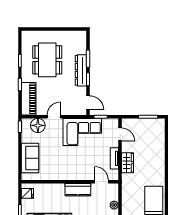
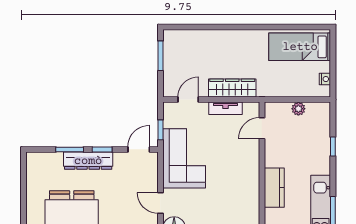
wardrobe: (127, 163) -> (232, 88), width x1.50
kitchen counter: (78, 190) -> (274, 188), moved

